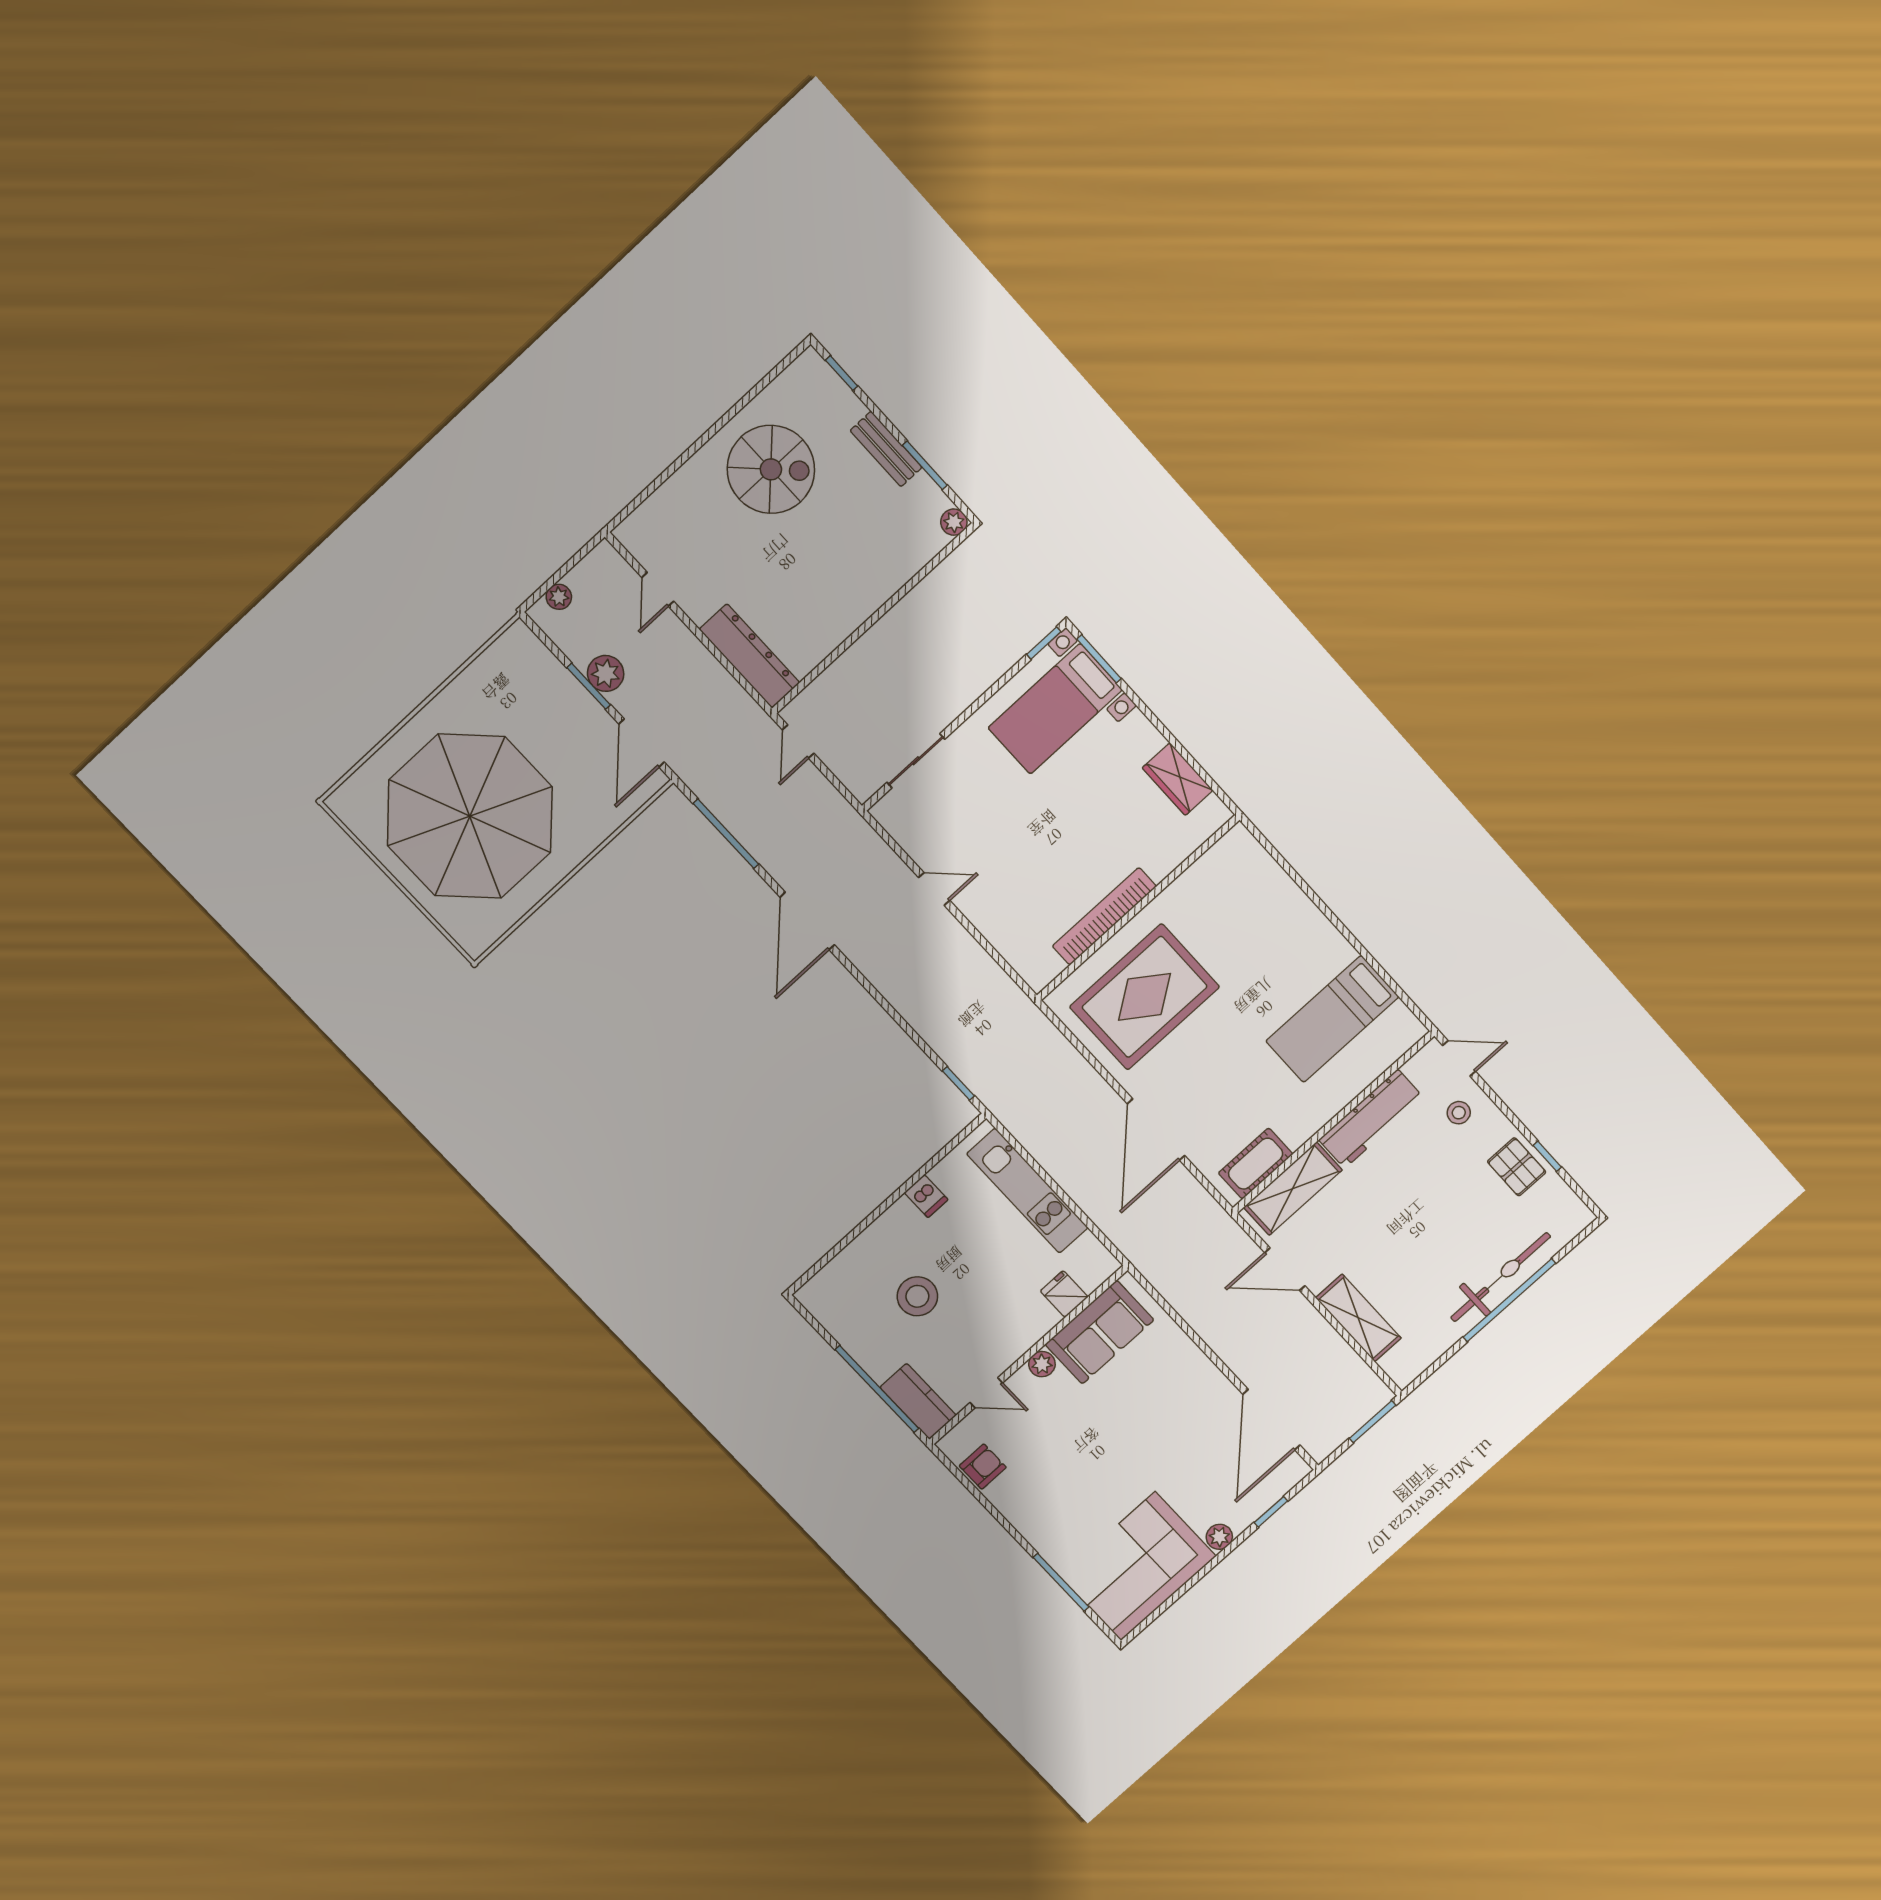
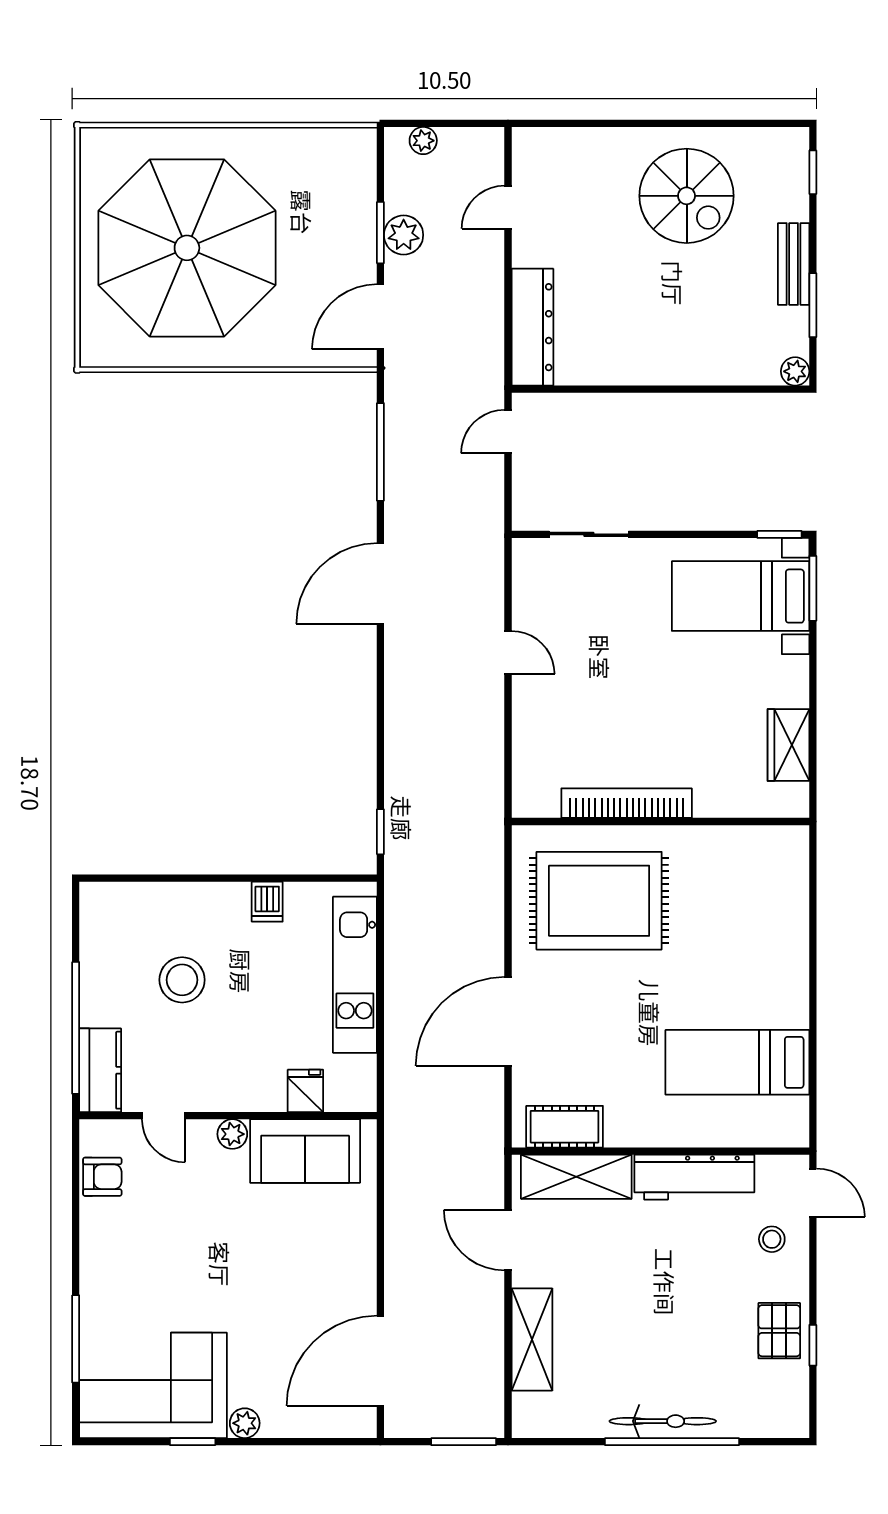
bicycle: (1501, 1277) -> (663, 1421), width x0.73, depth x0.71
window: (1271, 1512) -> (193, 1442), moved

